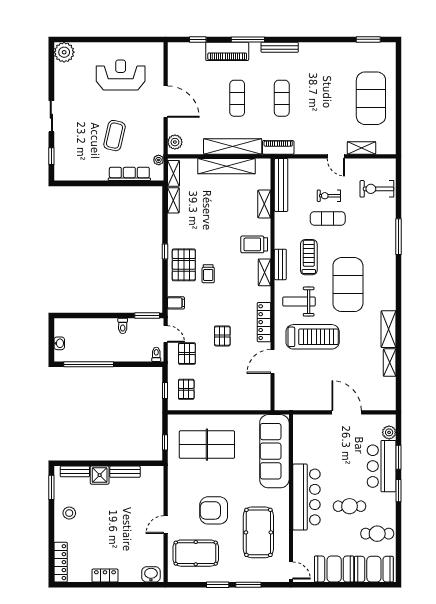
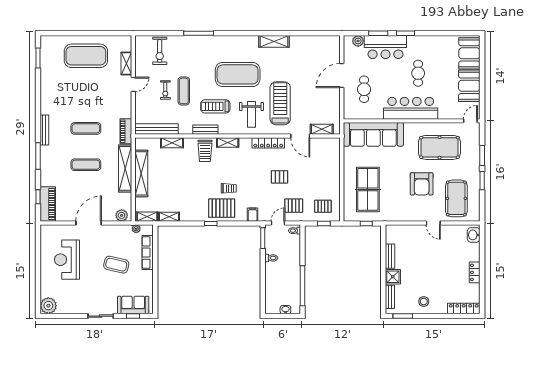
piano: (227, 51) -> (48, 204), moved
sofa: (65, 156) -> (133, 305), added
bench: (280, 264) -> (205, 130), moved
shelving: (390, 363) -> (322, 129), moved
cafe table: (377, 534) -> (364, 89), moved

